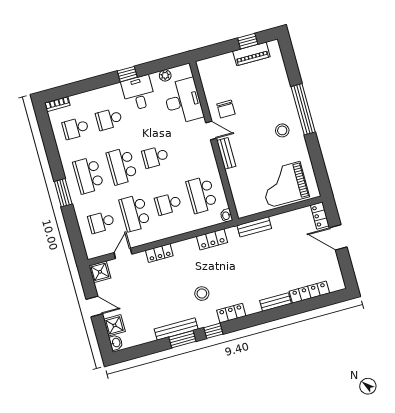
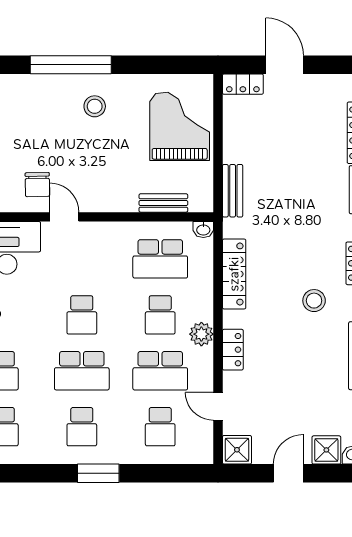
chair: (226, 109) -> (37, 185), turned 89
door: (211, 130) -> (64, 217), hinge flipped
bench: (226, 153) -> (163, 203), moved
school desk: (88, 175) -> (82, 427), width x0.54
grand piano: (284, 185) -> (180, 126), turned 180
plant: (163, 232) -> (201, 334), added
door: (338, 237) -> (285, 65), swing flipped
locker: (212, 239) -> (234, 274), width x1.53

